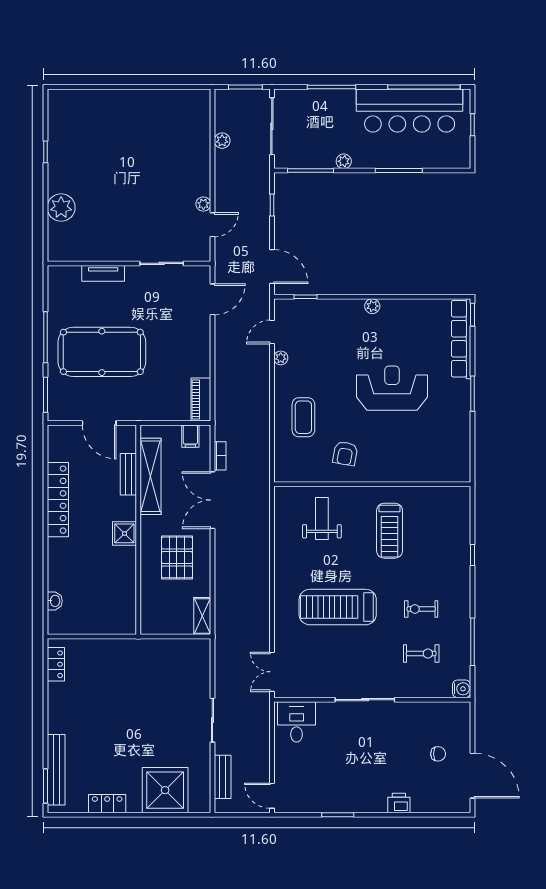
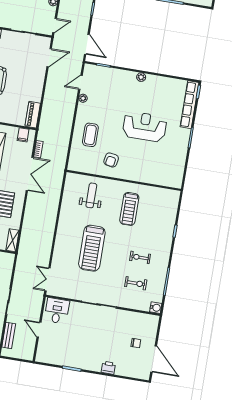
door: (212, 225) -> (55, 26), moved
double door: (212, 500) -> (30, 174), swing flipped
treadmill: (338, 607) -> (92, 248), turned -90
door: (272, 796) -> (39, 330), moved

